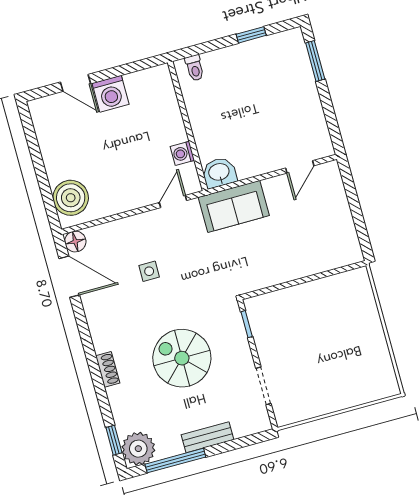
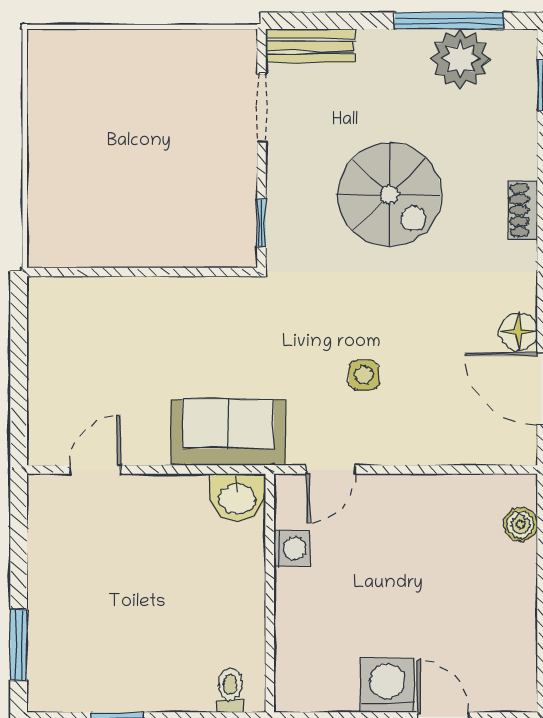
boiler: (71, 198) -> (520, 524), width x0.54, depth x0.54
floor lamp: (75, 242) -> (518, 331), moved
side table: (149, 271) -> (364, 375), moved
bench: (207, 437) -> (310, 46), moved
plant: (138, 449) -> (460, 59), moved

